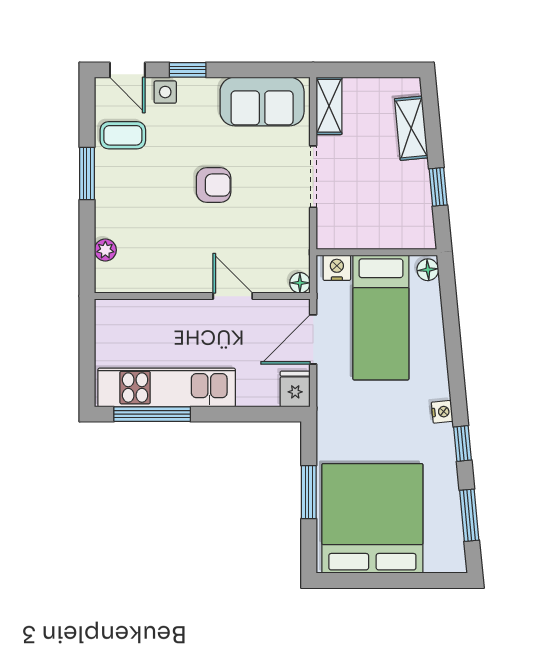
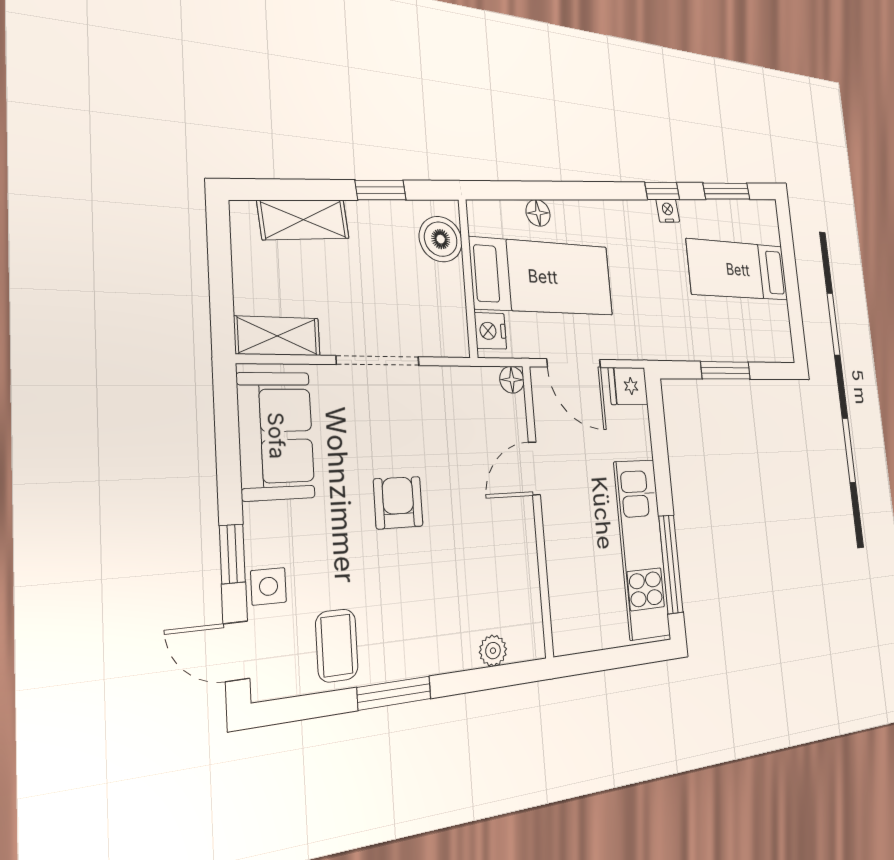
door: (127, 70) -> (236, 651), swing flipped
boiler: (405, 232) -> (441, 239), added
floor lamp: (428, 270) -> (538, 213), moved
nightstand: (442, 412) -> (668, 211), moved
bed: (372, 518) -> (738, 270), width x0.49

